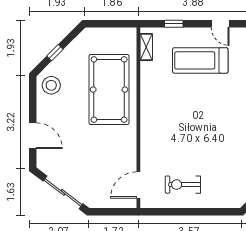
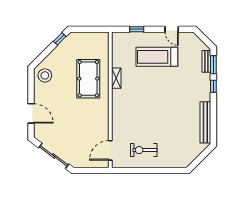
shelving: (146, 47) -> (116, 78), moved
window: (55, 53) -> (60, 39), moved
pool table: (109, 90) -> (88, 79), width x0.73, depth x0.76

